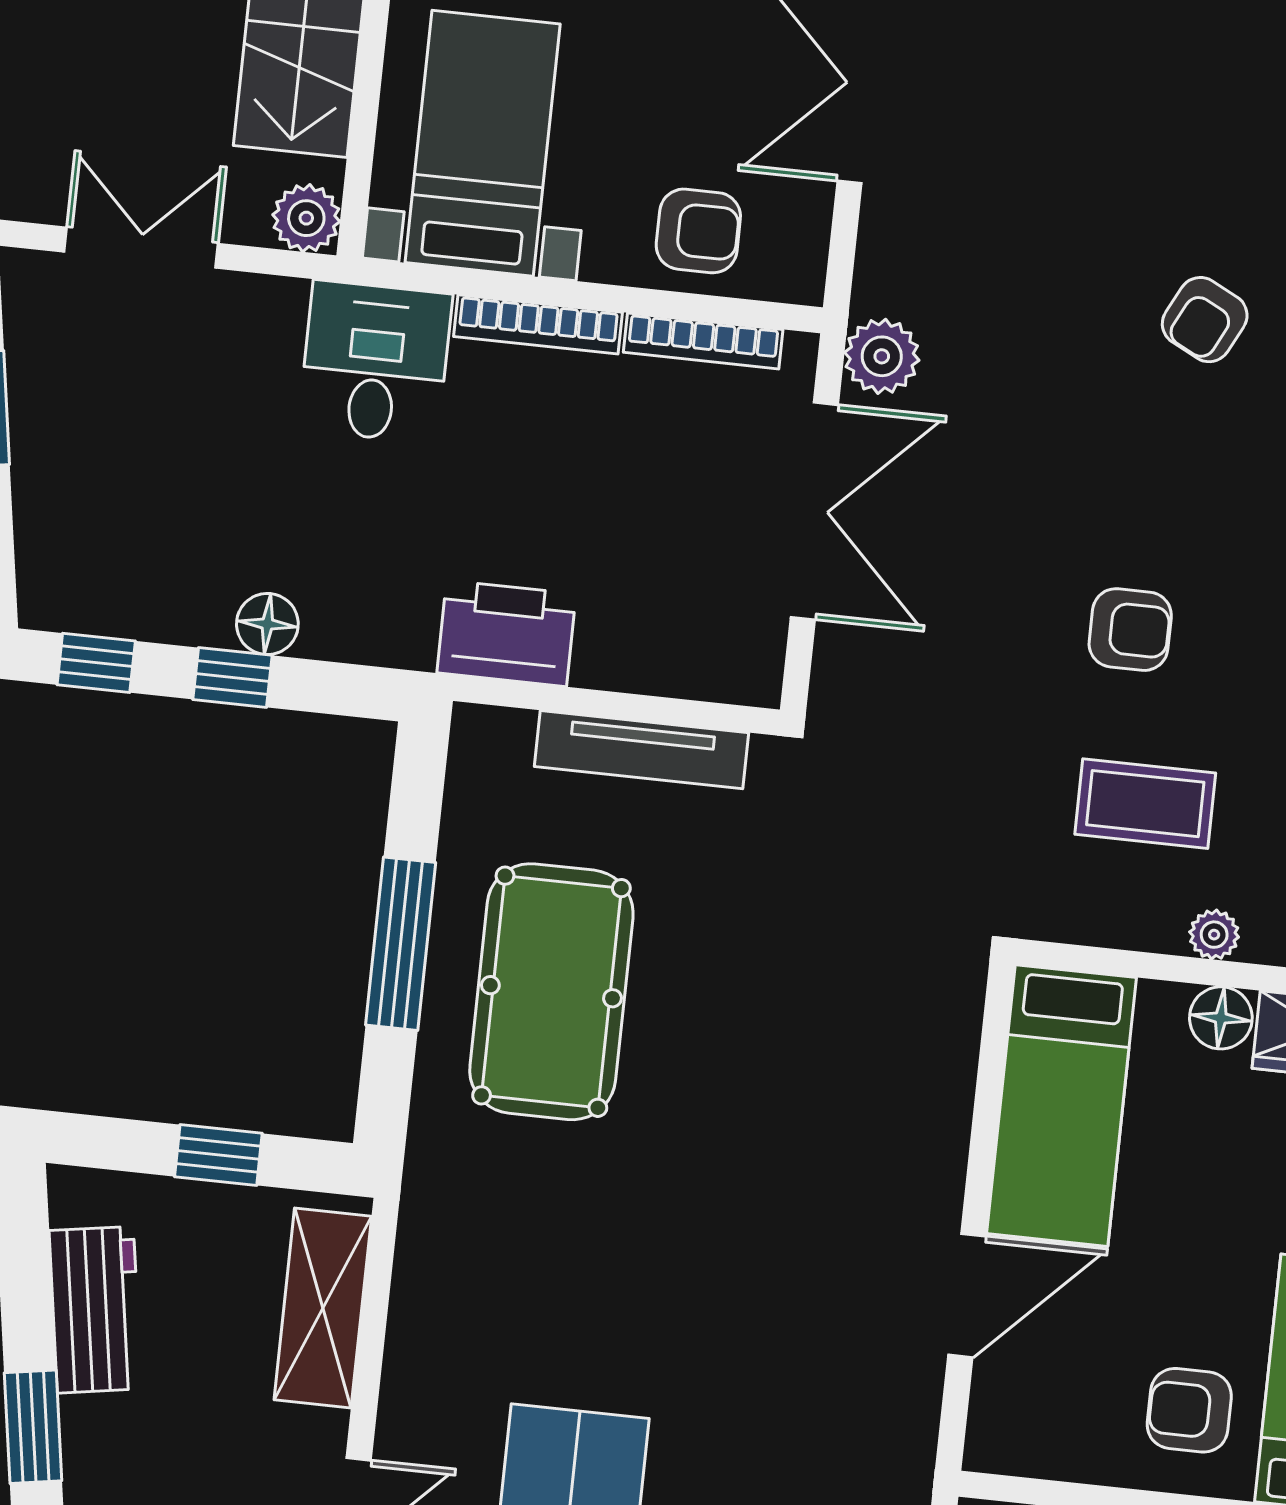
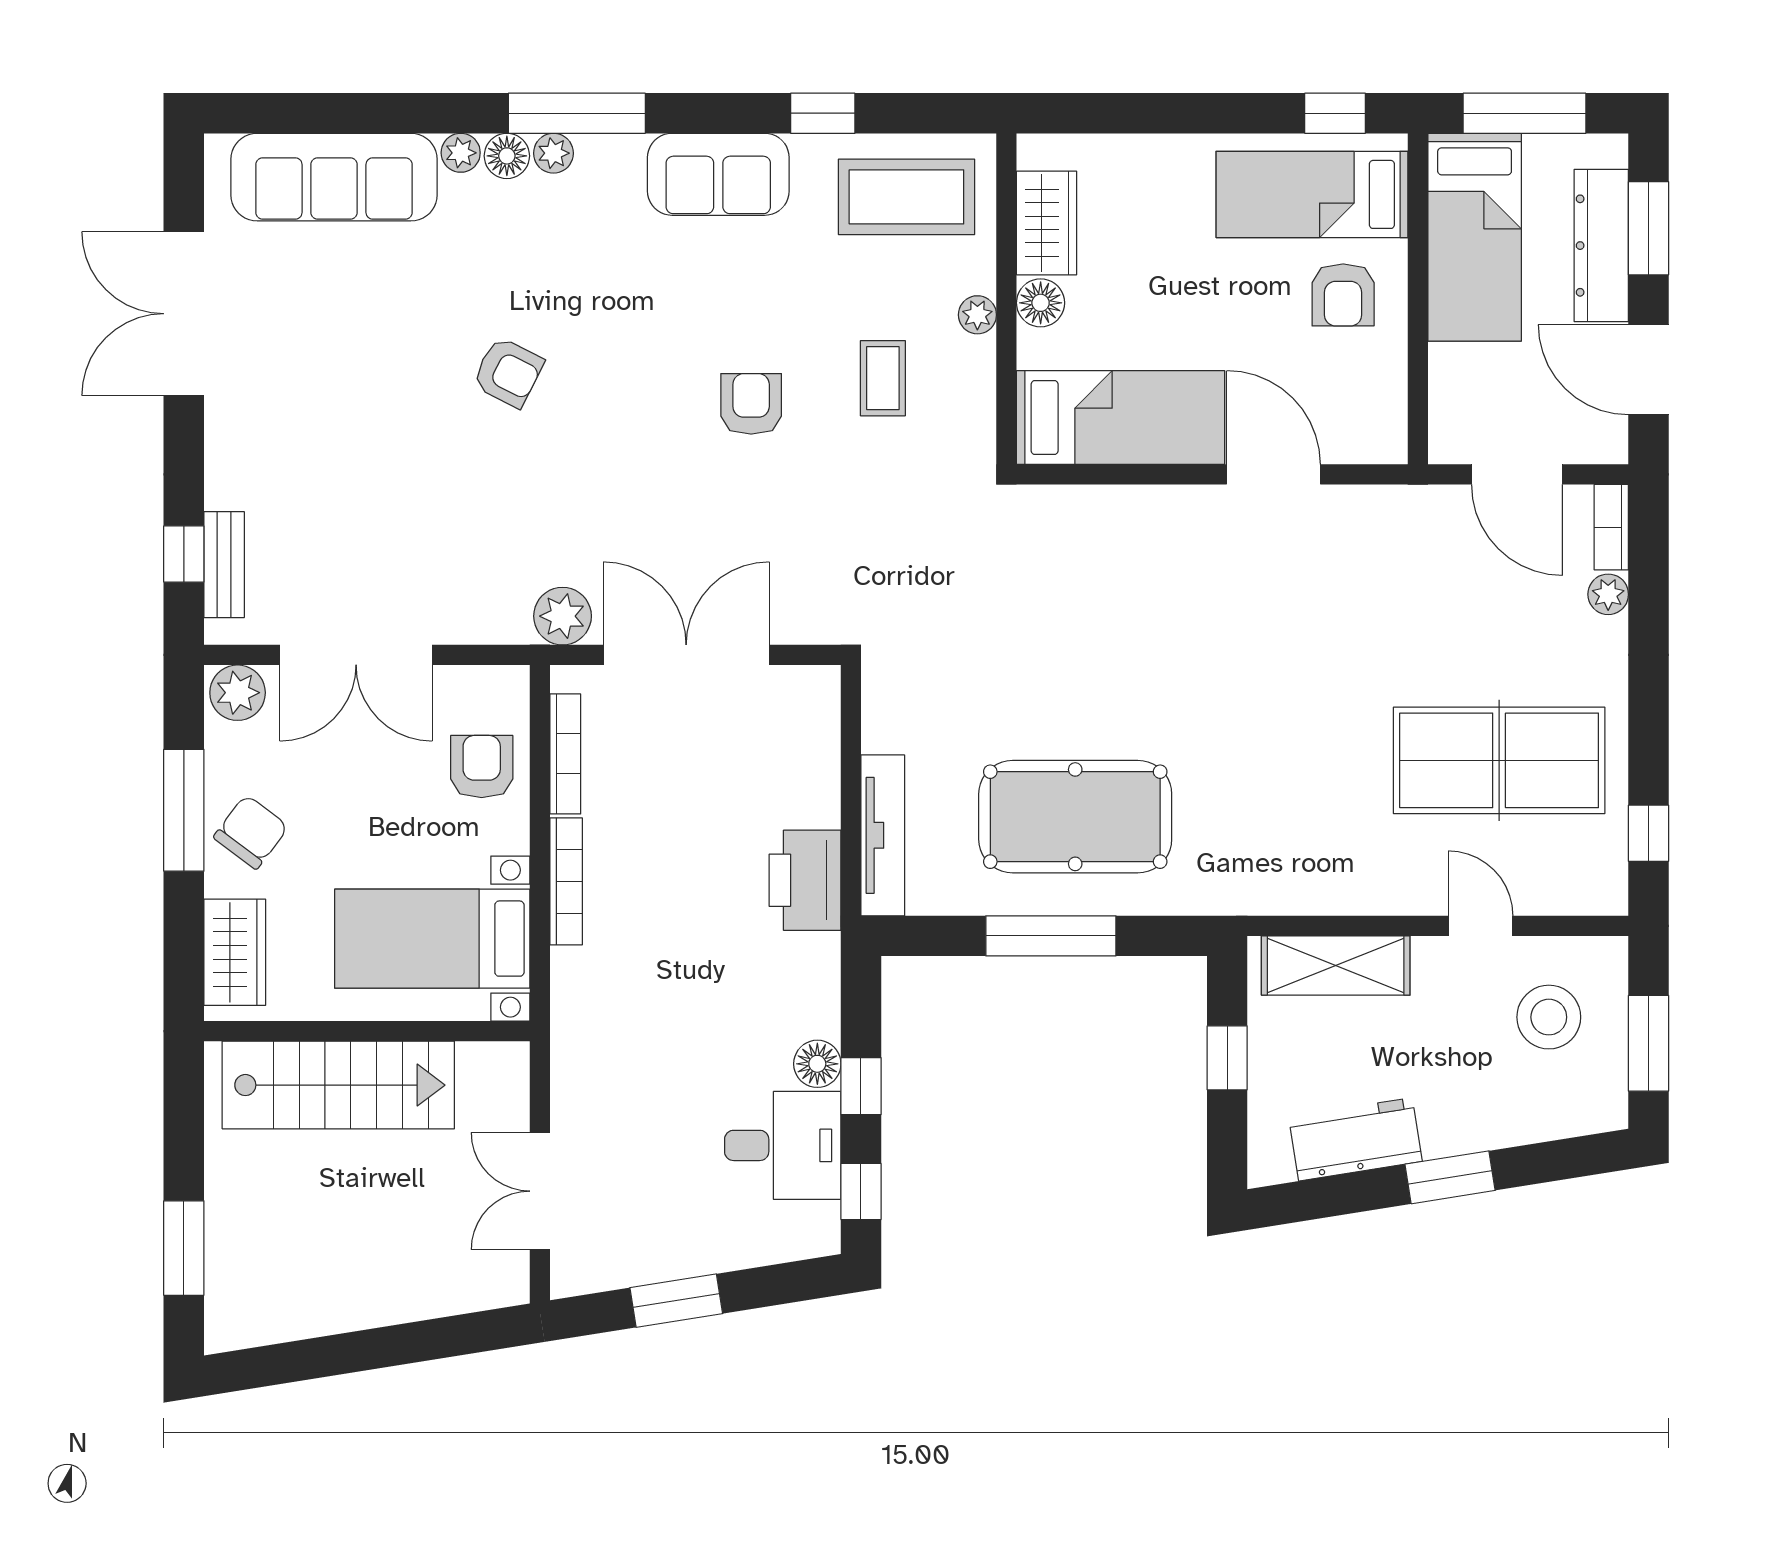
plant: (306, 218) -> (504, 1067), removed
desk: (375, 362) -> (783, 1145), moved, turned 180
tv unit: (642, 750) -> (883, 835), moved
coffee table: (1145, 804) -> (883, 378), width x0.73, depth x0.77

